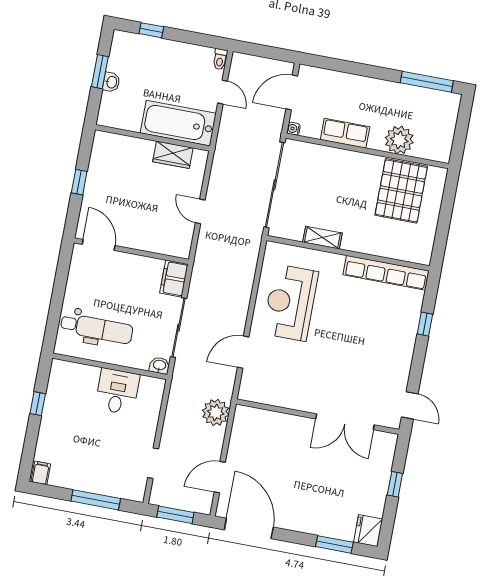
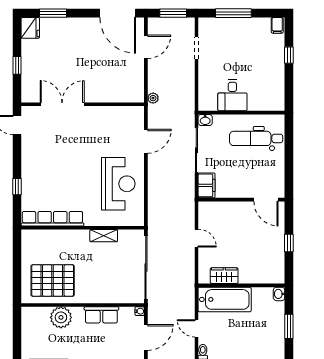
washbasin: (111, 82) -> (279, 294), moved
pallet: (401, 191) -> (53, 281), turned 90
window: (38, 404) -> (289, 55), moved
plant: (216, 413) -> (153, 98), width x0.53, depth x0.53

